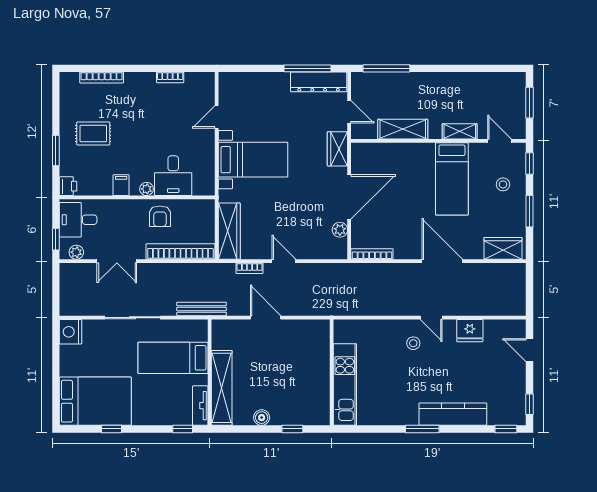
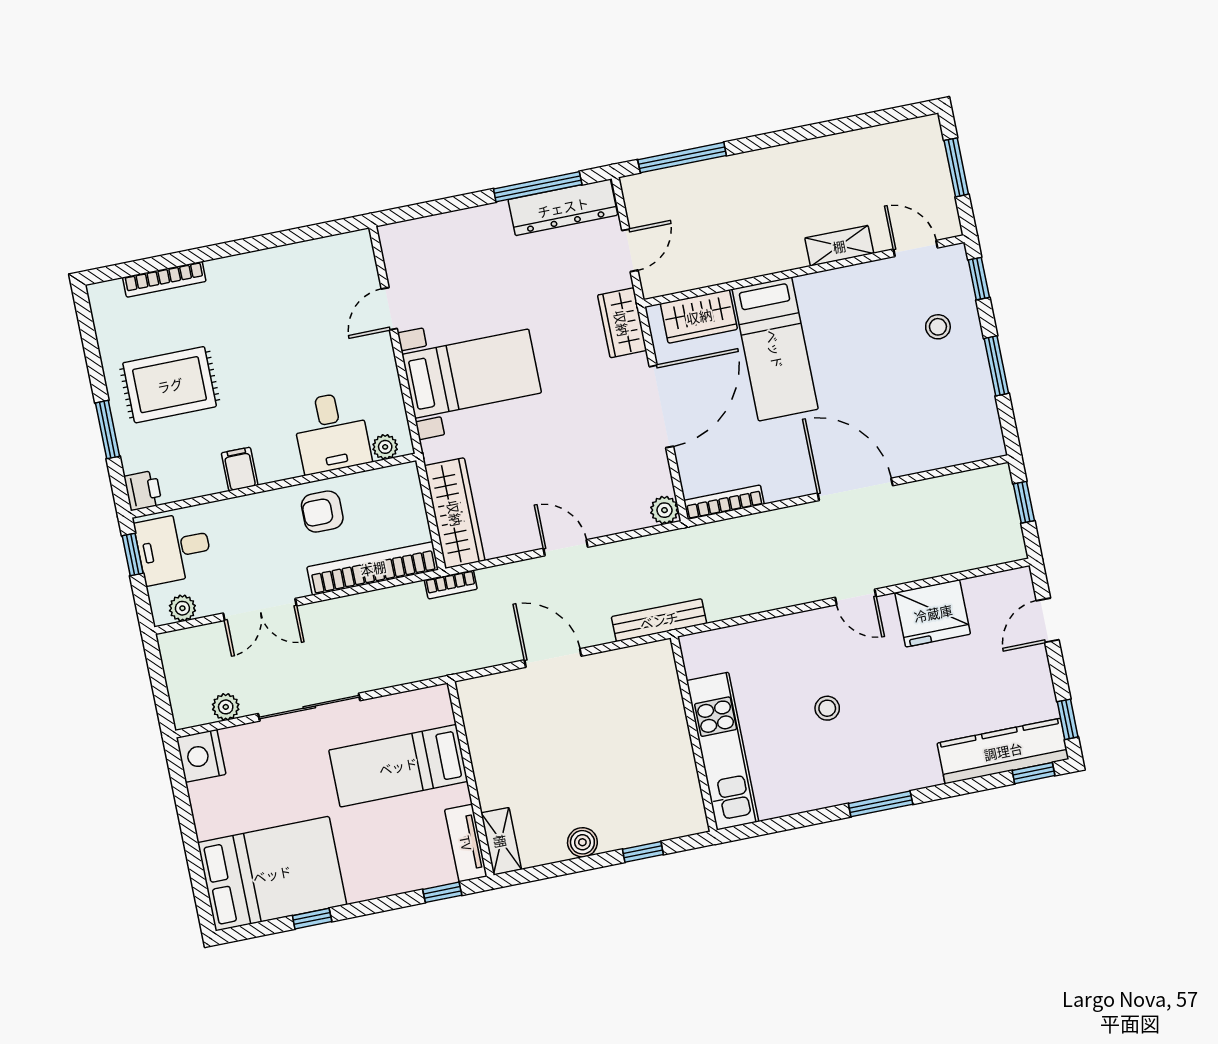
bookcase: (170, 77) -> (289, 254), removed
door: (349, 112) -> (630, 250), hinge flipped
shelving: (403, 129) -> (734, 263), removed
rug: (93, 133) -> (170, 385), width x1.36, depth x1.43
bed: (452, 179) -> (775, 349), moved
plant: (147, 189) -> (385, 447), moved
armchair: (160, 216) -> (322, 512), turned 90
plant: (340, 230) -> (664, 510), moved
window: (56, 239) -> (133, 555), moved
wardrobe: (503, 248) -> (699, 316), moved, turned 180
bookcase: (250, 268) -> (451, 585), moved
window: (529, 286) -> (1024, 502), added
plant: (89, 309) -> (226, 707), added
bench: (202, 309) -> (659, 620), moved
fridge: (470, 331) -> (933, 613), width x1.36, depth x1.34
stool: (413, 343) -> (827, 708), moved
door: (529, 350) -> (1048, 620), hinge flipped
shelving: (222, 388) -> (501, 841), width x0.45, depth x0.75
kitchen counter: (453, 414) -> (1003, 751), moved

